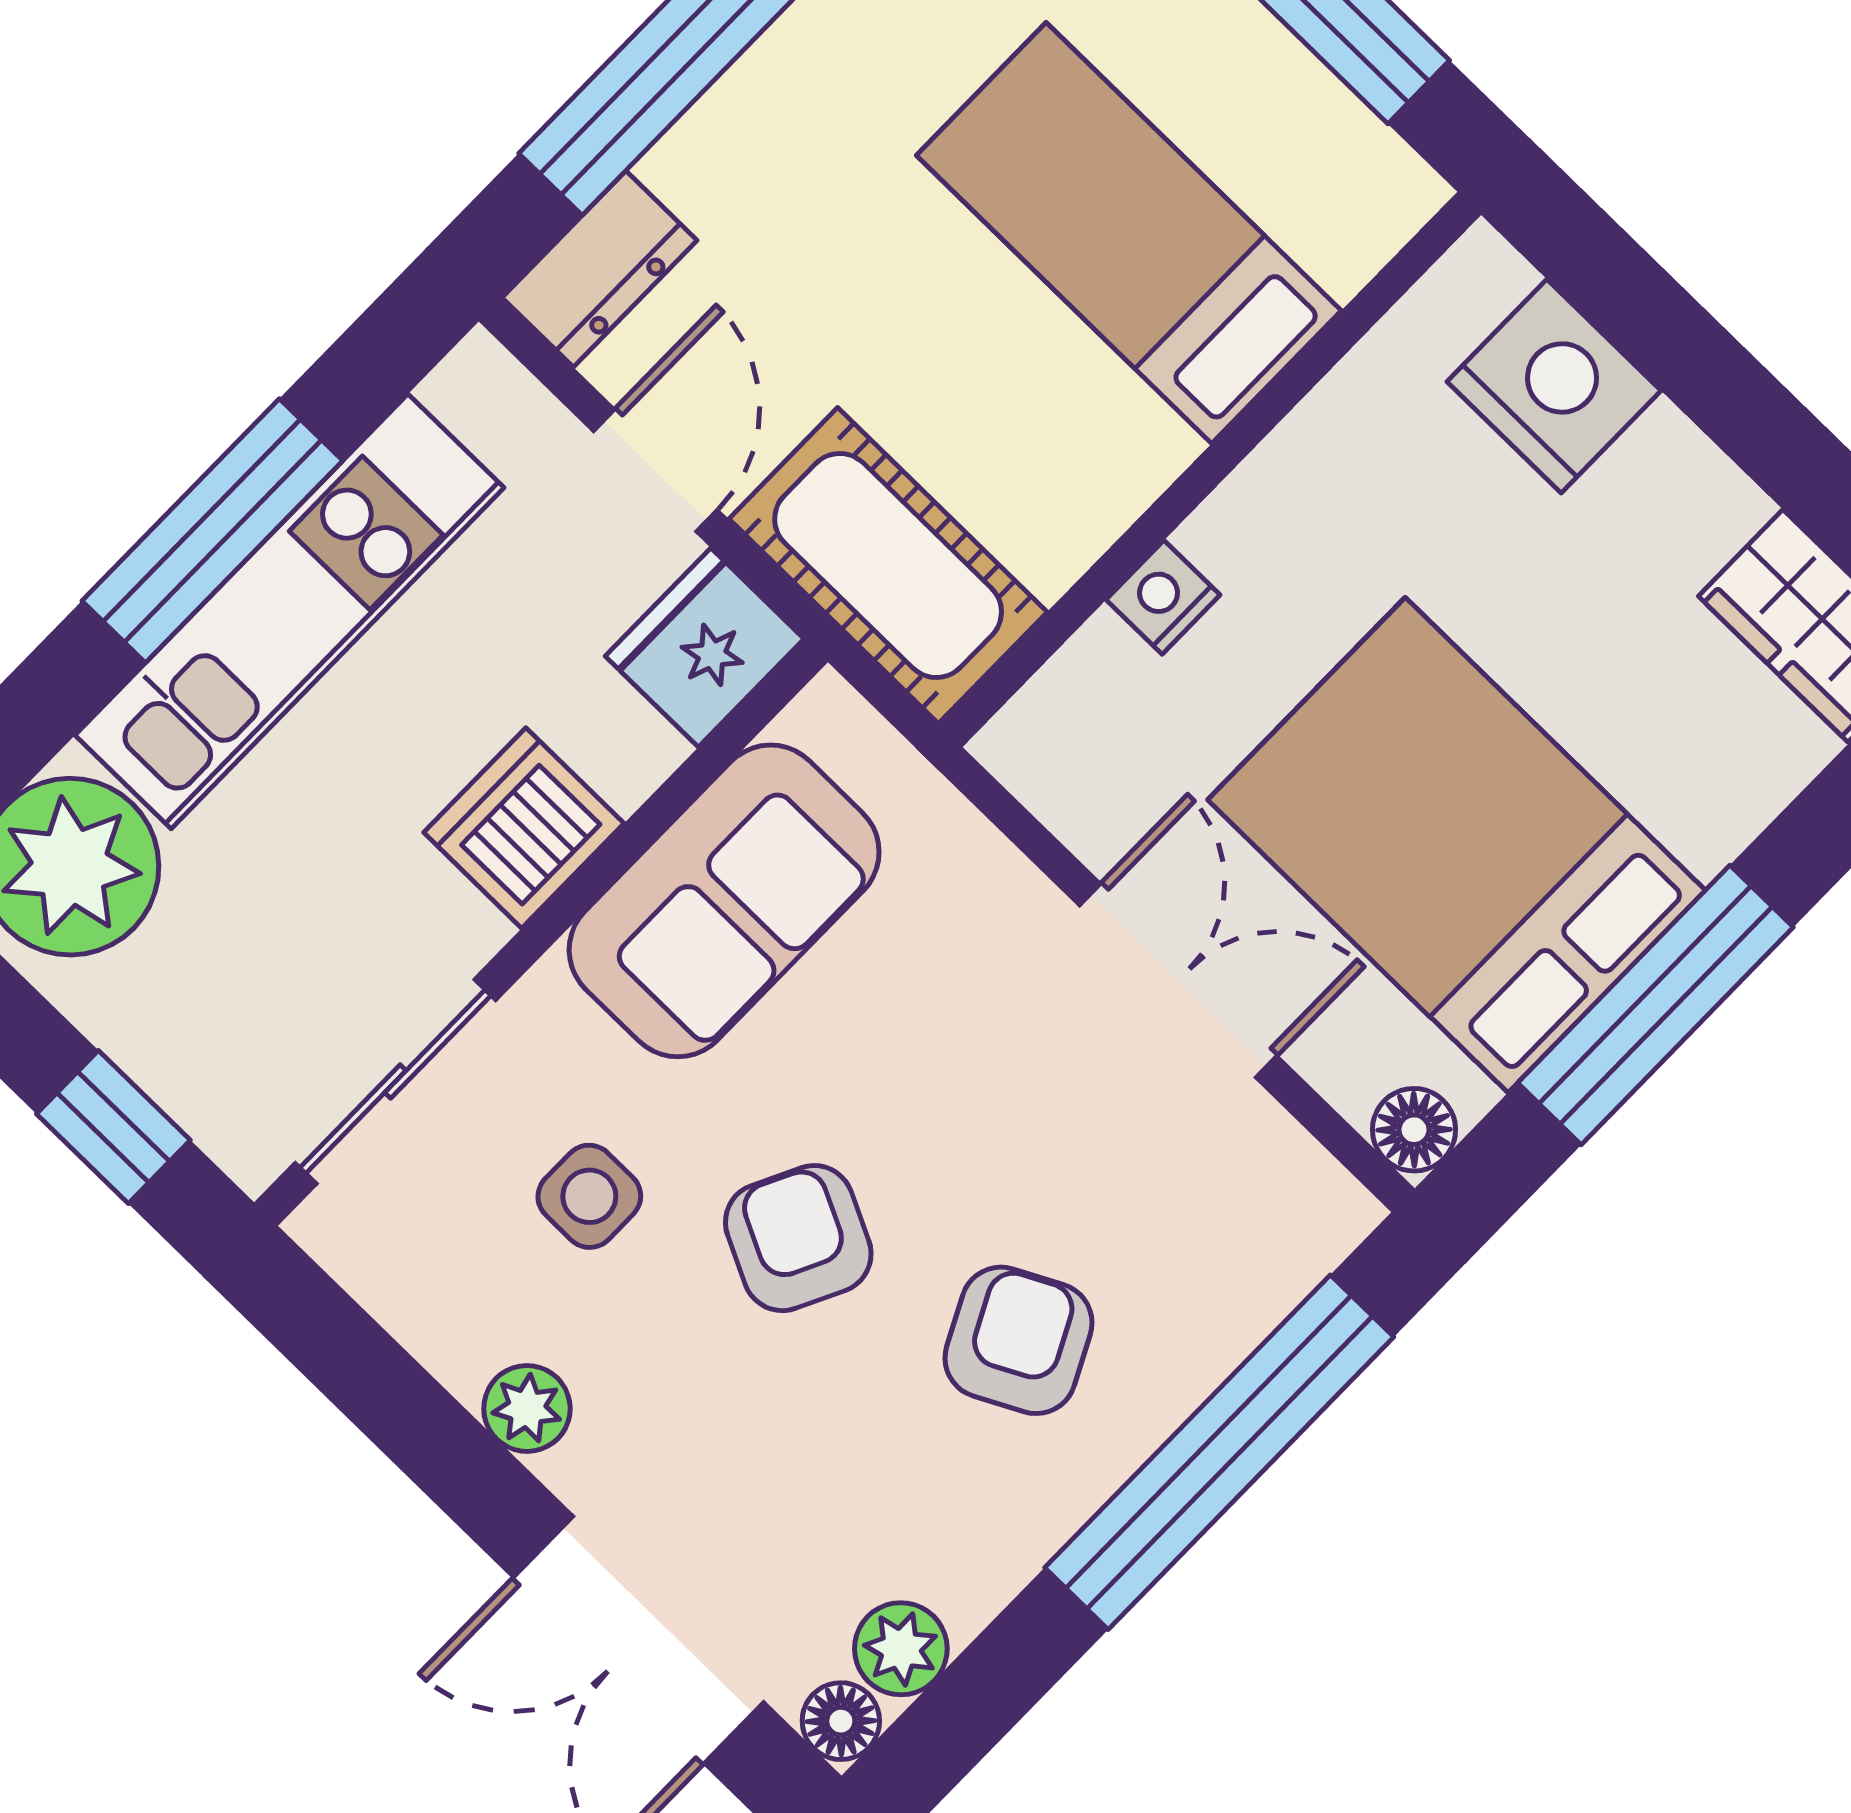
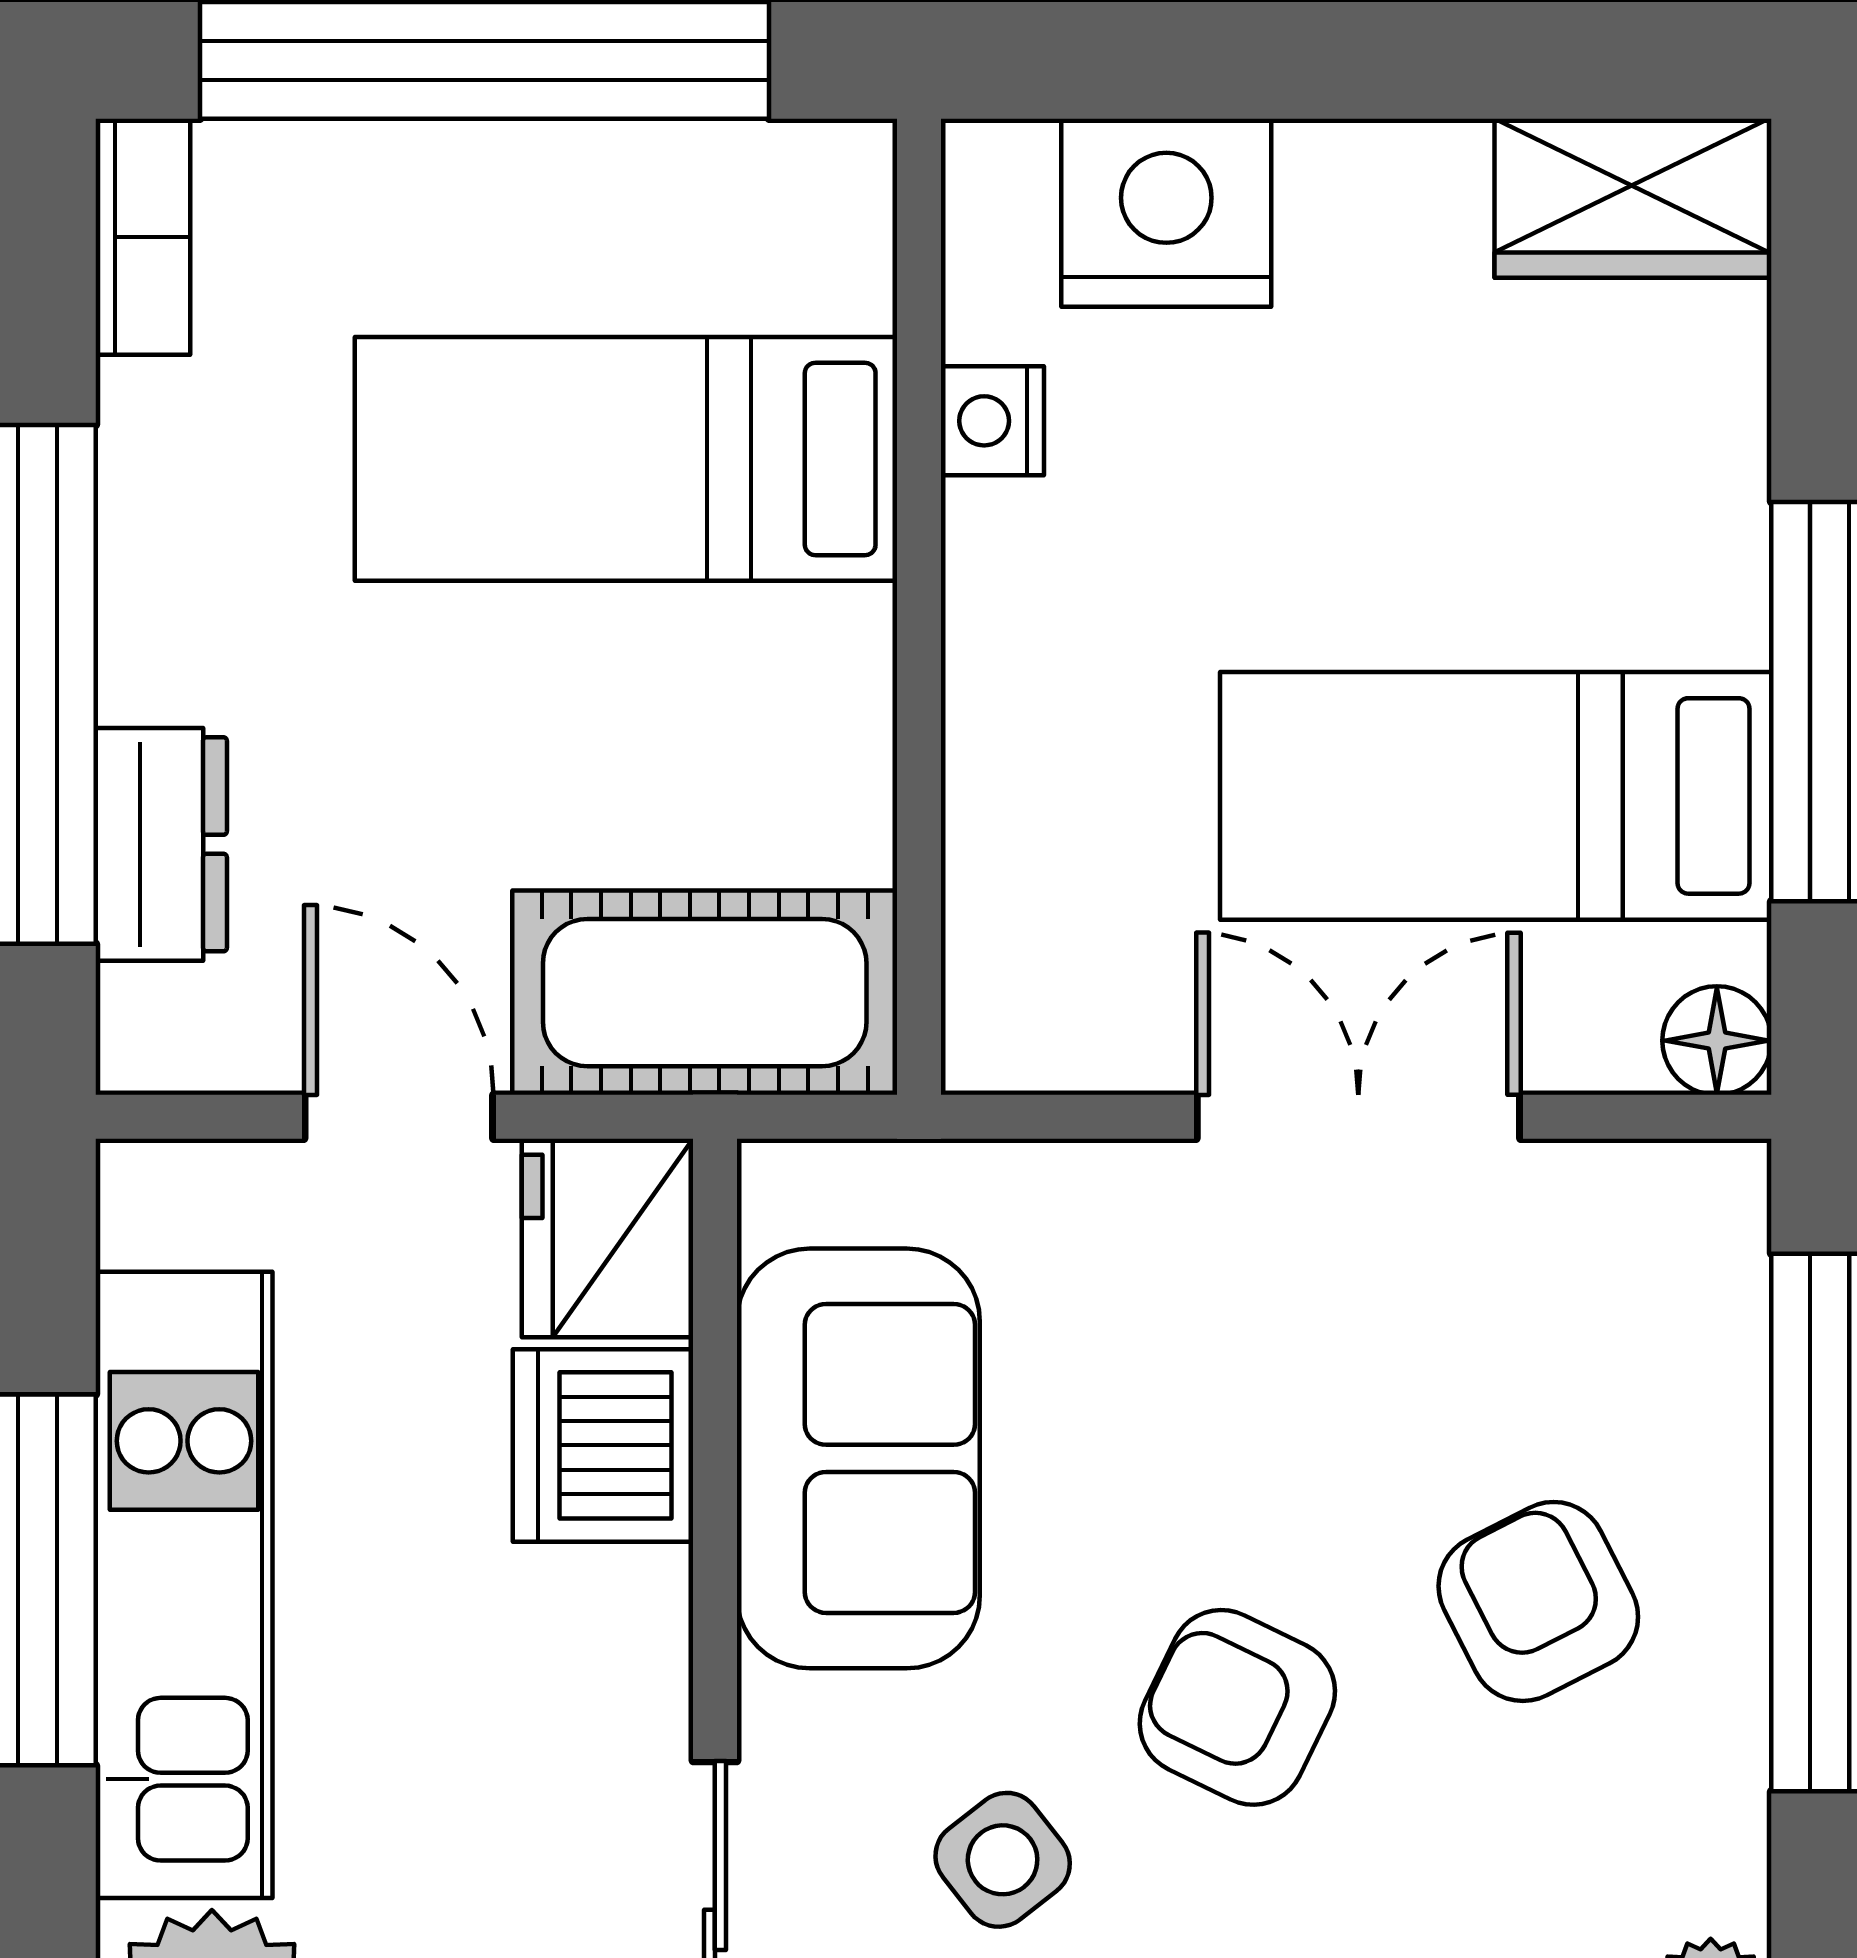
dresser: (600, 269) -> (161, 844), moved
nightstand: (1163, 597) -> (992, 421), moved
dishwasher: (524, 828) -> (603, 1445), moved
bed: (1457, 845) -> (1496, 796), width x0.67
side table: (589, 1196) -> (1003, 1860), turned -38

